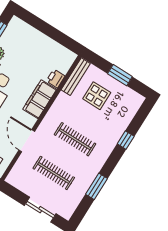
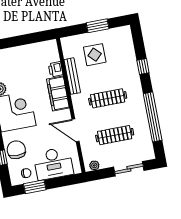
bench: (76, 77) -> (72, 76), moved
plant: (16, 182) -> (94, 165), added
window: (97, 186) -> (153, 117), width x2.11

